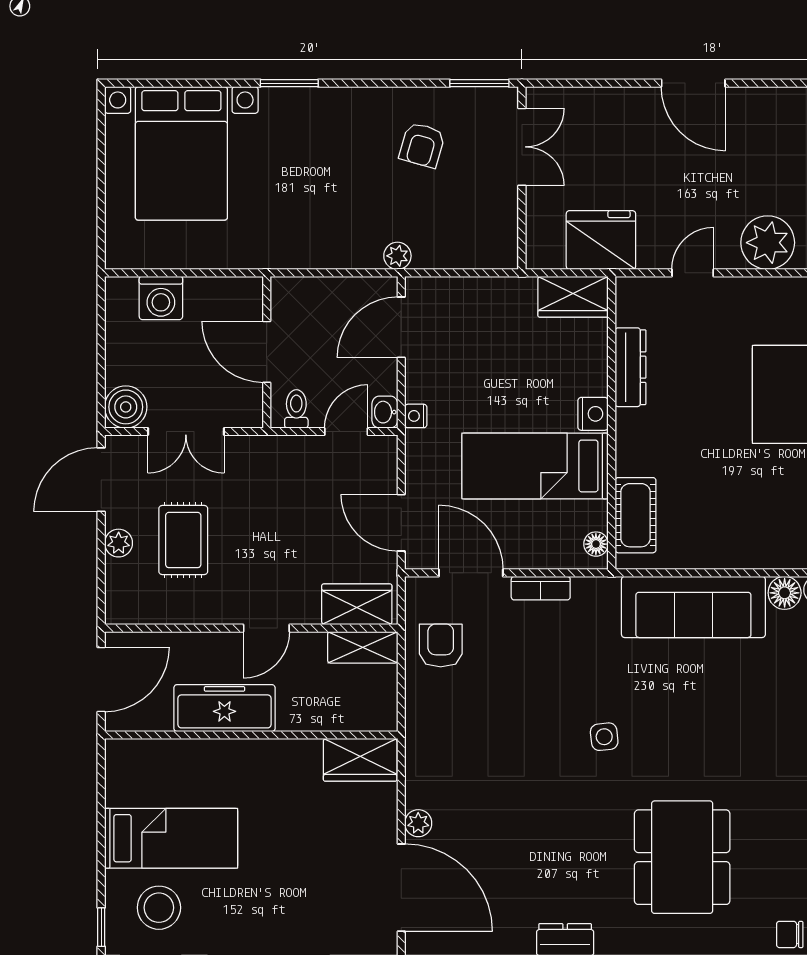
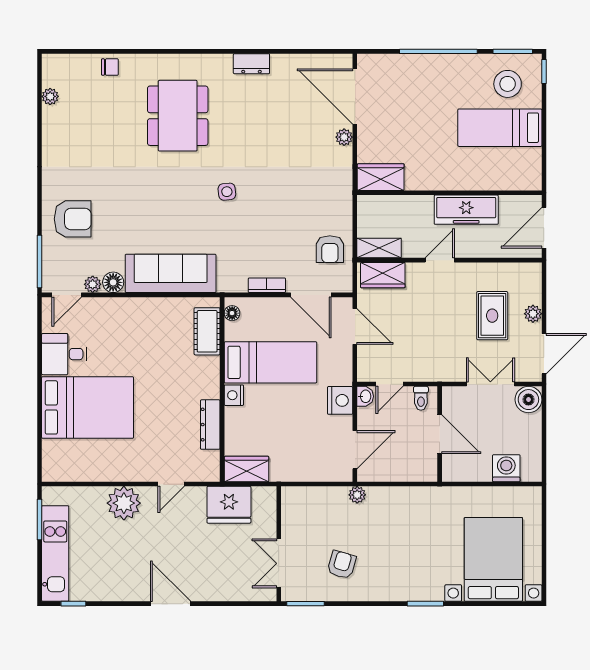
nightstand: (416, 416) -> (340, 400), width x1.89, depth x1.79

